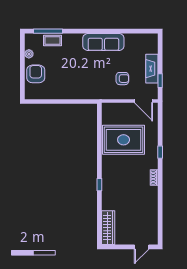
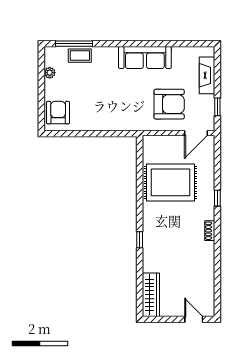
fireplace: (152, 69) -> (207, 75), moved
armchair: (36, 74) -> (58, 113), moved
armchair: (122, 79) -> (169, 104), width x1.88, depth x1.88
door: (143, 101) -> (196, 133), hinge flipped
door: (142, 247) -> (194, 319), swing flipped

